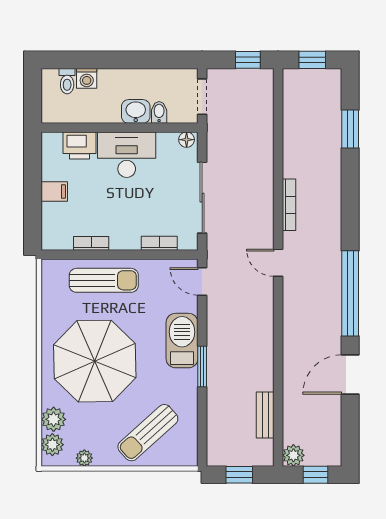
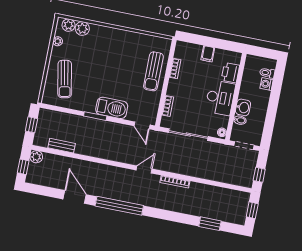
door: (202, 282) -> (142, 125), swing flipped
parasol: (95, 361) -> (110, 58), removed
sun lounger: (148, 433) -> (65, 79), turned -149

